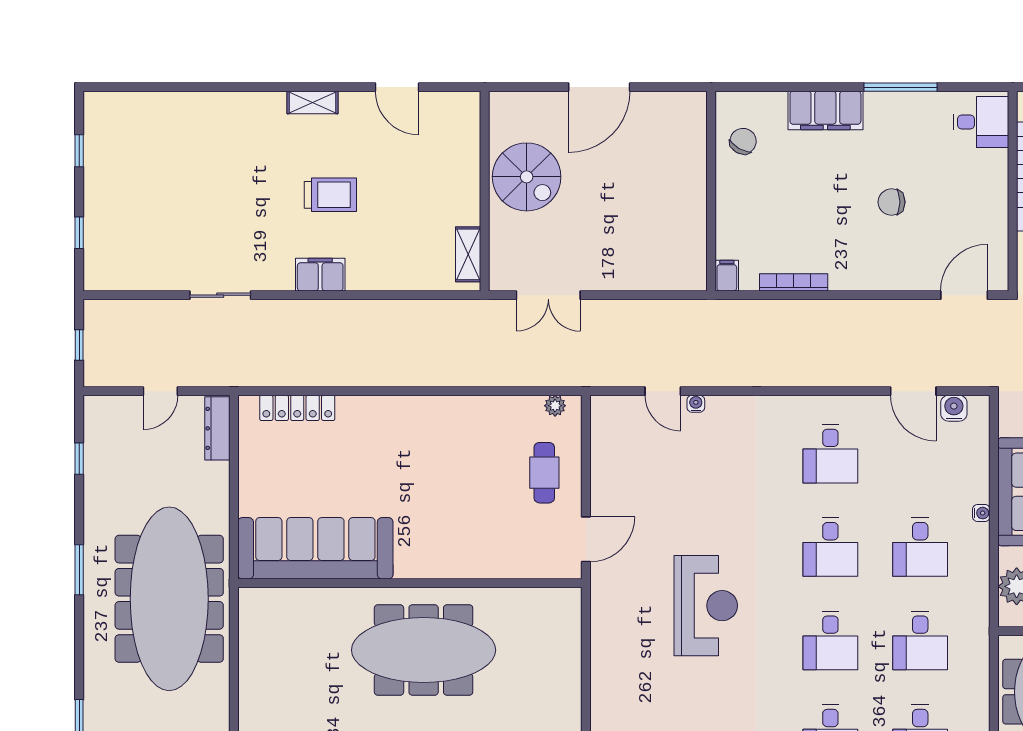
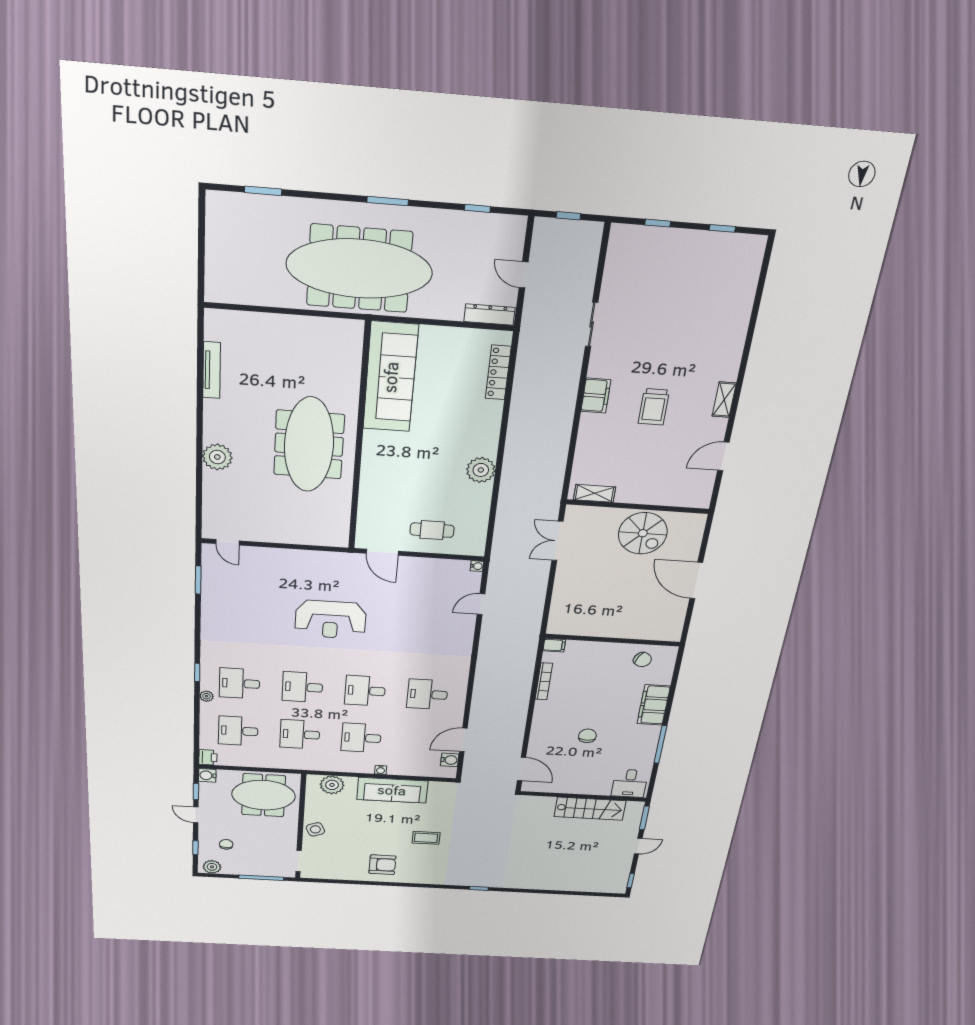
spiral stairs: (527, 177) -> (643, 533), turned -90
water cooler: (696, 404) -> (477, 566), moved
plant: (555, 406) -> (481, 470), moved, width x1.87, depth x1.87

